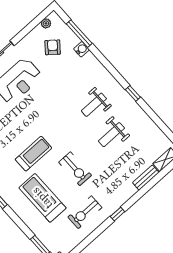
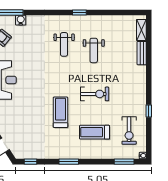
treadmill: (42, 198) -> (95, 132), width x0.73, depth x0.73
exercise bike: (85, 212) -> (129, 130), moved
window: (117, 214) -> (149, 111), moved

